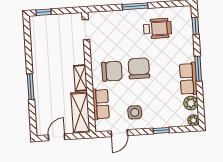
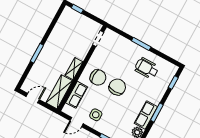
wheelchair: (157, 28) -> (147, 68), turned 180

